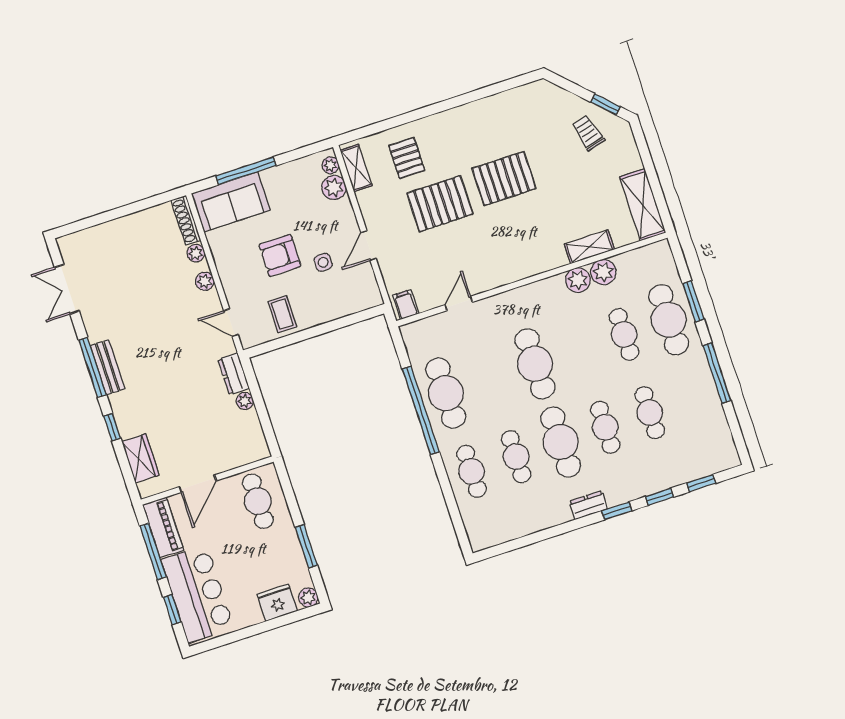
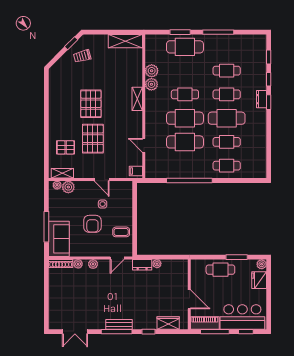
shelving: (589, 247) -> (137, 99), moved
cafe table: (624, 334) -> (185, 94), moved
cafe table: (446, 393) -> (185, 142), moved
cafe table: (258, 501) -> (220, 270), moved
dresser: (588, 505) -> (261, 99), moved

